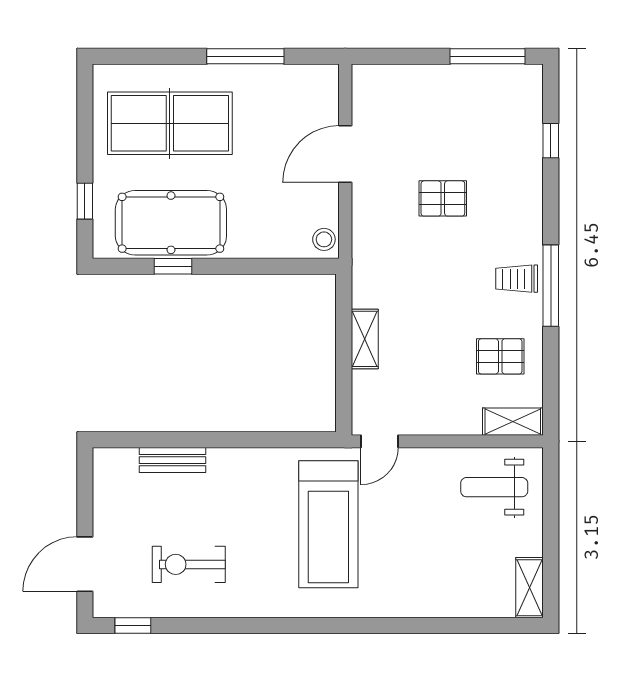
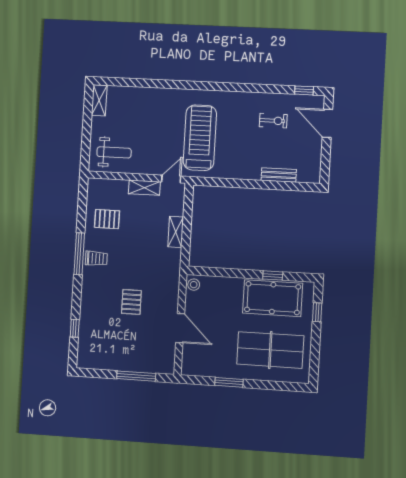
window: (245, 56) -> (229, 382), width x0.69
window: (488, 56) -> (136, 376), moved
door: (345, 154) -> (180, 328), hinge flipped
pallet: (443, 198) -> (131, 302), turned 90
shelving: (513, 422) -> (144, 188), moved
door: (85, 564) -> (327, 123), swing flipped
exercise bike: (189, 564) -> (273, 121), width x0.73, depth x0.72

